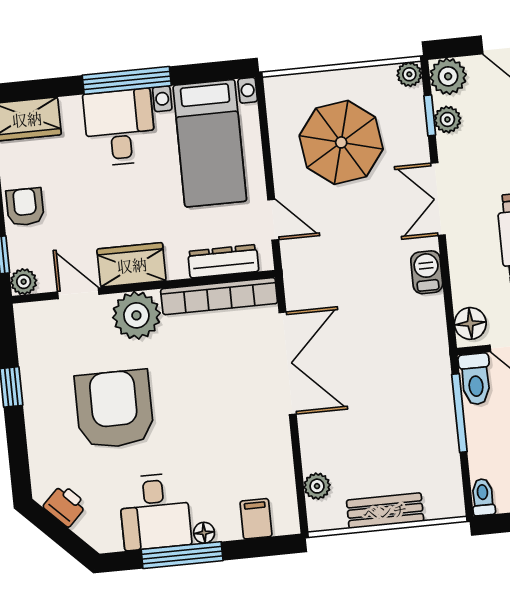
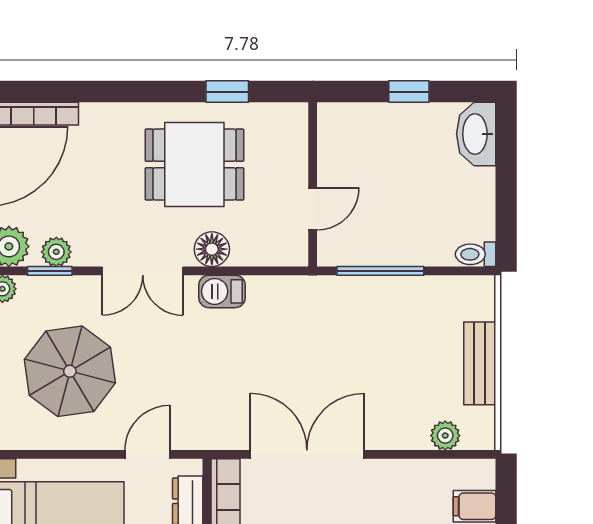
floor lamp: (470, 323) -> (212, 249), moved
toilet: (475, 379) -> (345, 250), removed

